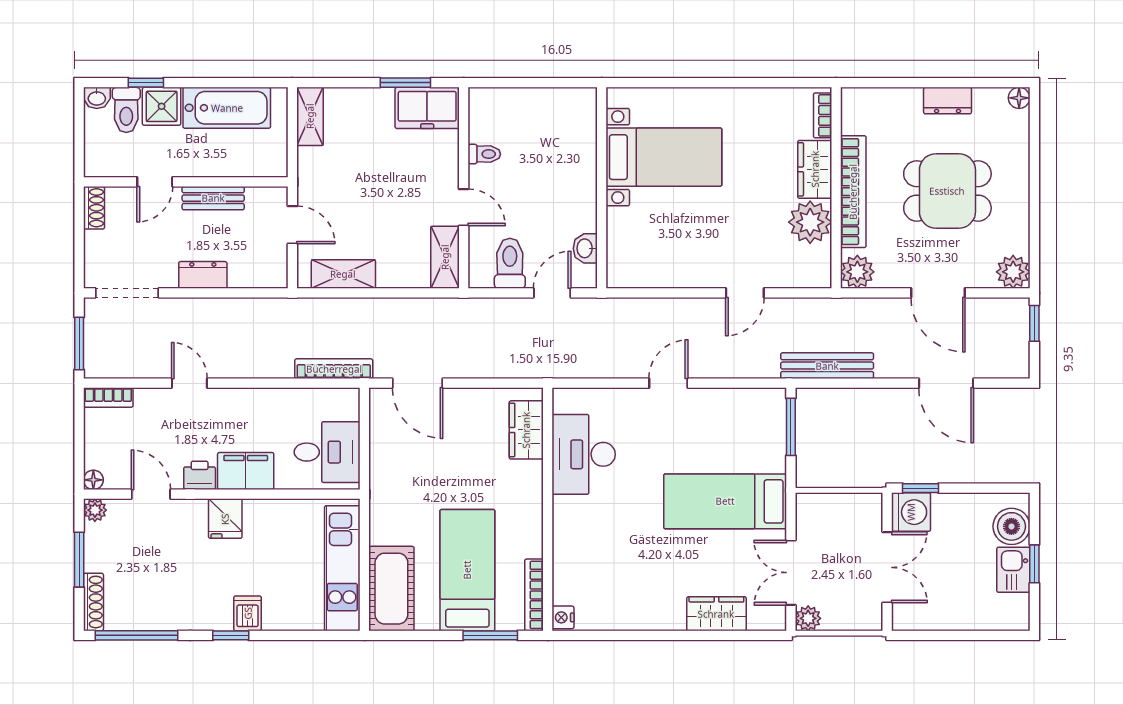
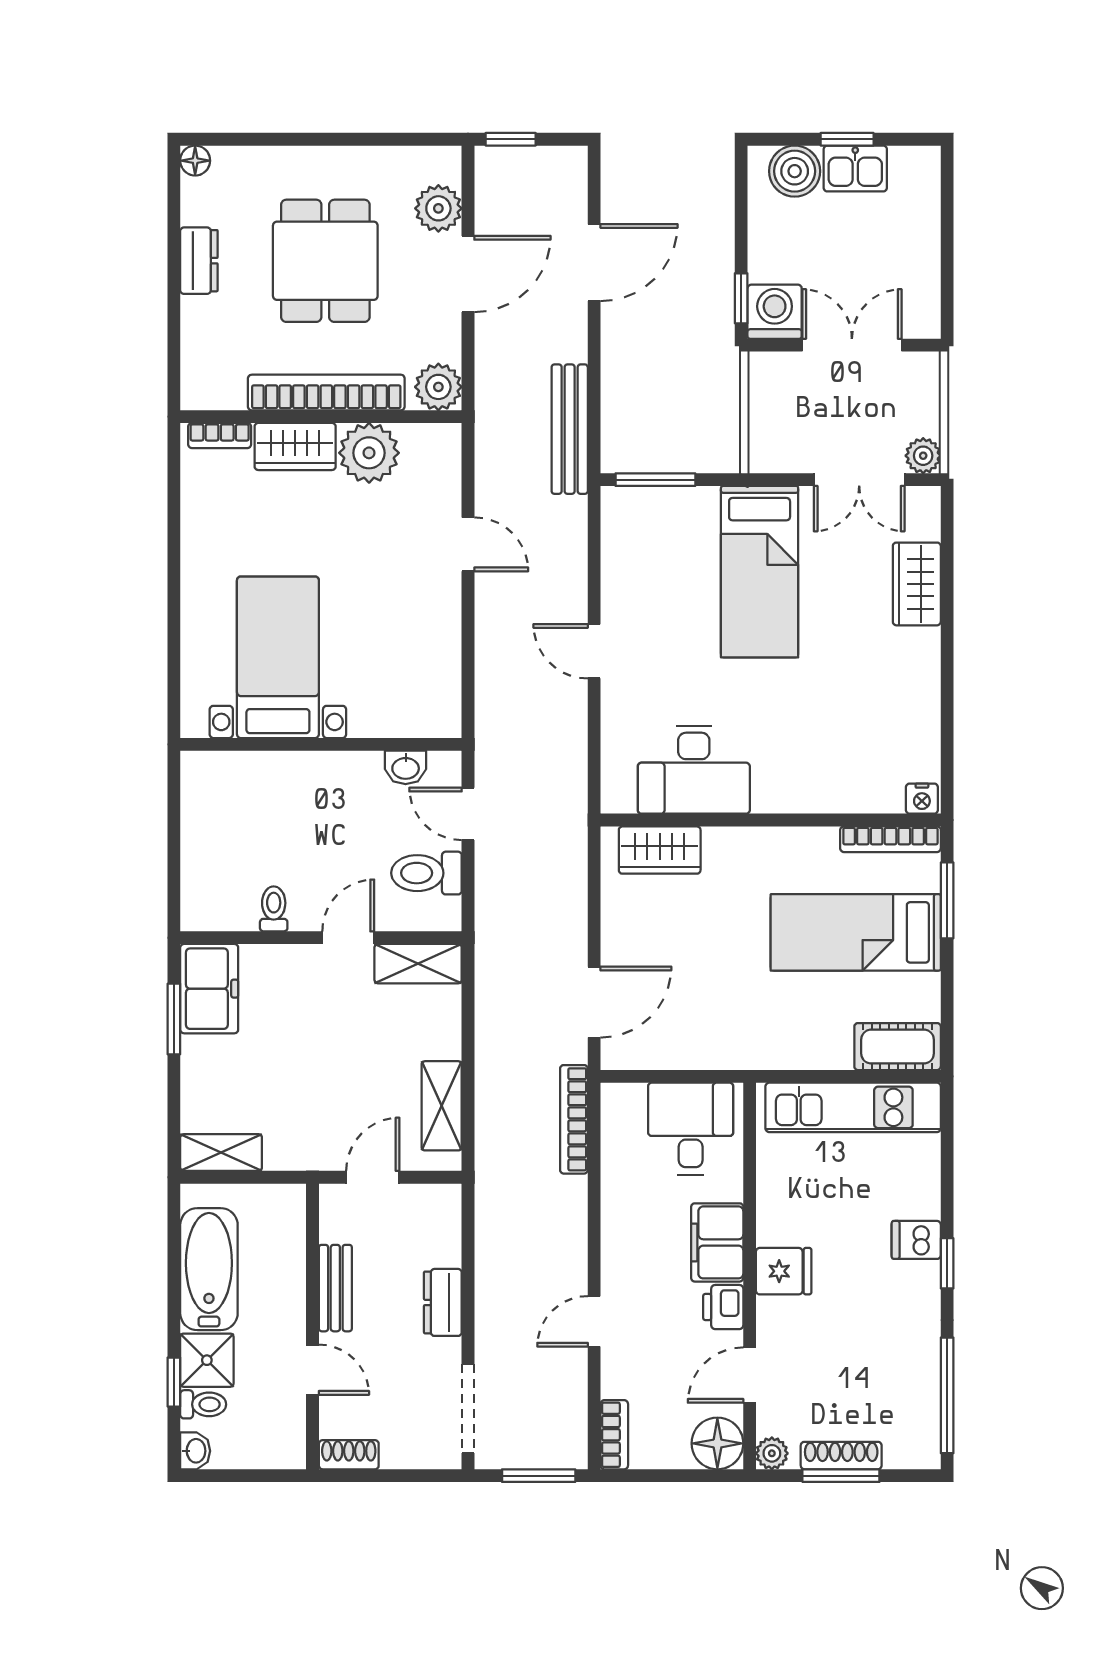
toilet: (126, 110) -> (203, 1404), width x0.73, depth x0.72
plant: (1013, 272) -> (438, 208), moved
floor lamp: (93, 480) -> (717, 1443), width x1.89, depth x1.89
cot: (391, 589) -> (898, 1047), width x0.73, depth x0.75
shoe rack: (93, 602) -> (841, 1456), moved

